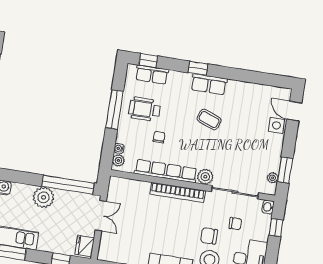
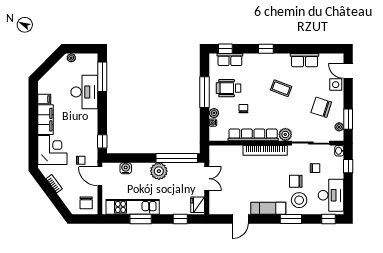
row of seats: (209, 84) -> (305, 60), moved
chair: (255, 150) -> (321, 107), added
plant: (118, 160) -> (214, 113), moved

